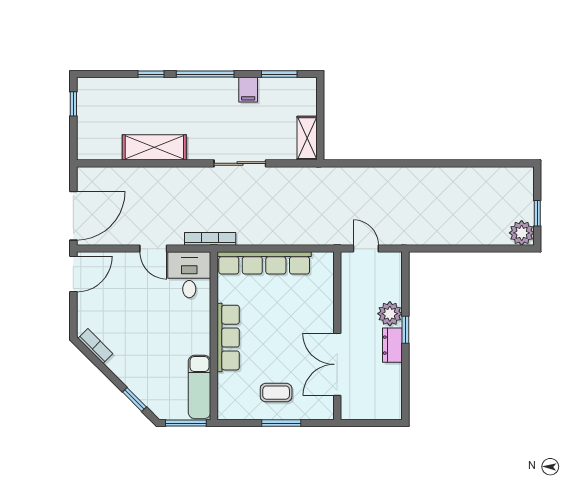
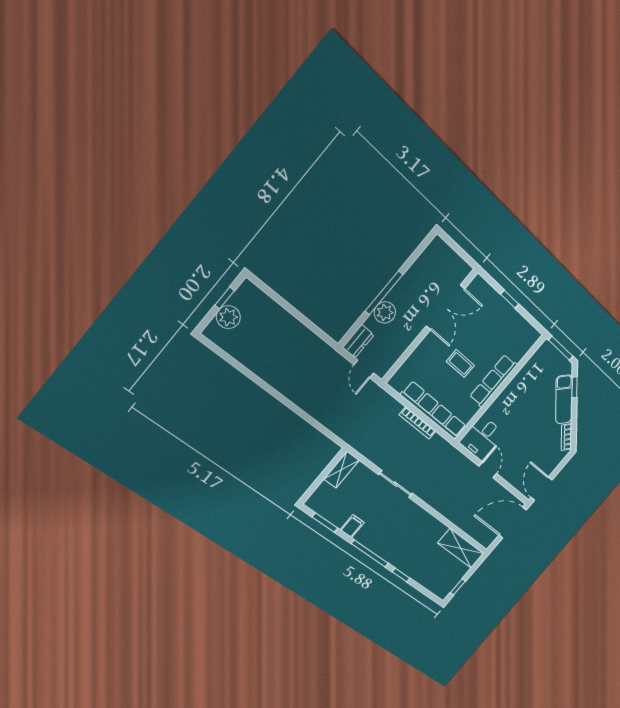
shelving: (154, 147) -> (461, 548), moved
plant: (522, 233) -> (228, 317), moved
bookcase: (210, 239) -> (418, 423), moved
door: (73, 274) -> (541, 489), hinge flipped
window: (405, 330) -> (384, 293), width x2.17
dresser: (392, 345) -> (358, 341), moved
exam couch: (199, 387) -> (564, 399), moved, turned 135
coffee table: (276, 393) -> (460, 364), moved
window: (281, 423) -> (510, 299), width x0.67

